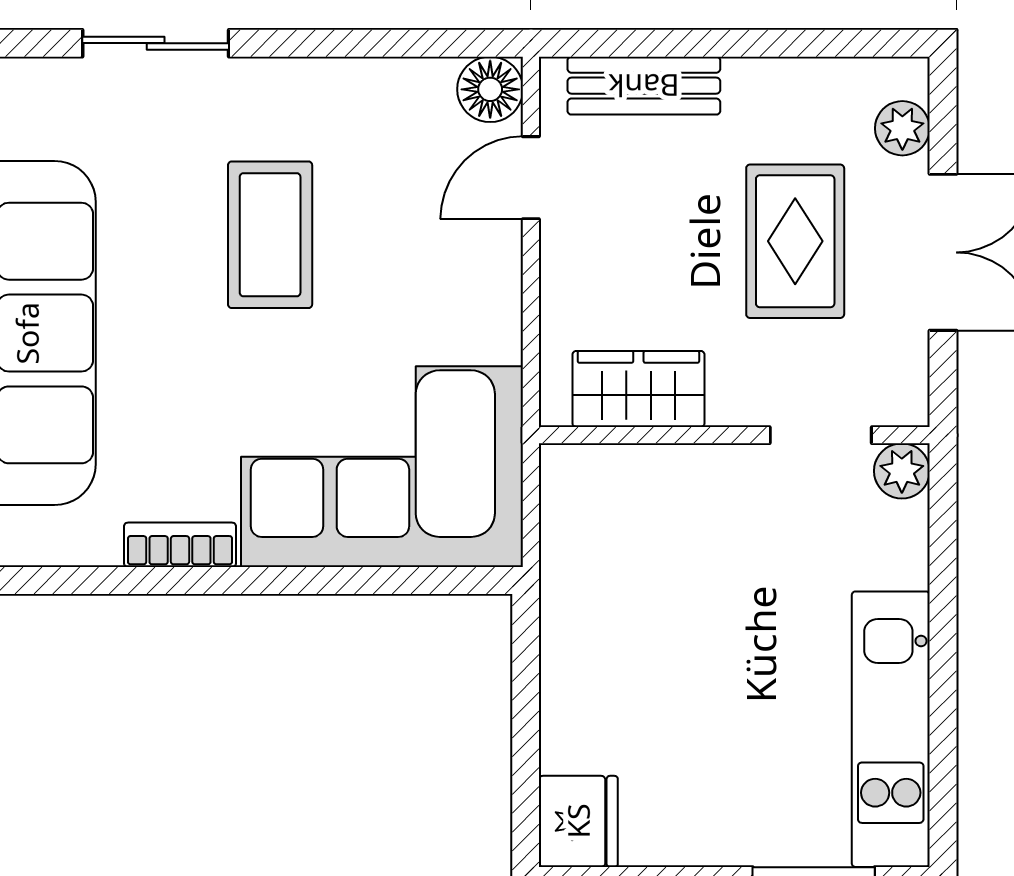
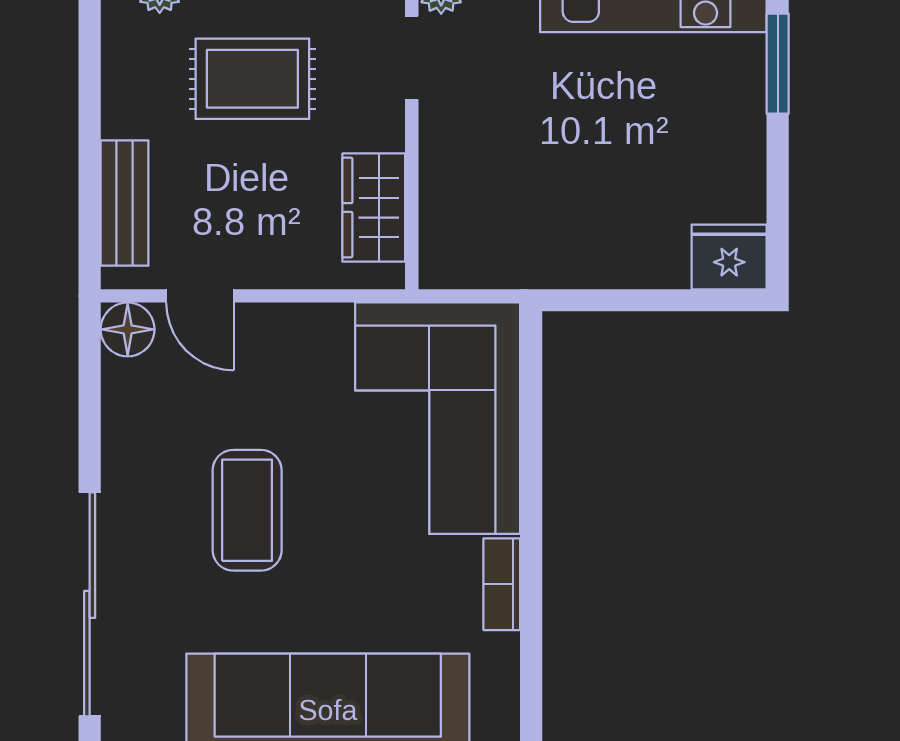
sliding door: (156, 43) -> (90, 604), width x1.86
coffee table: (270, 235) -> (247, 510), turned 90

